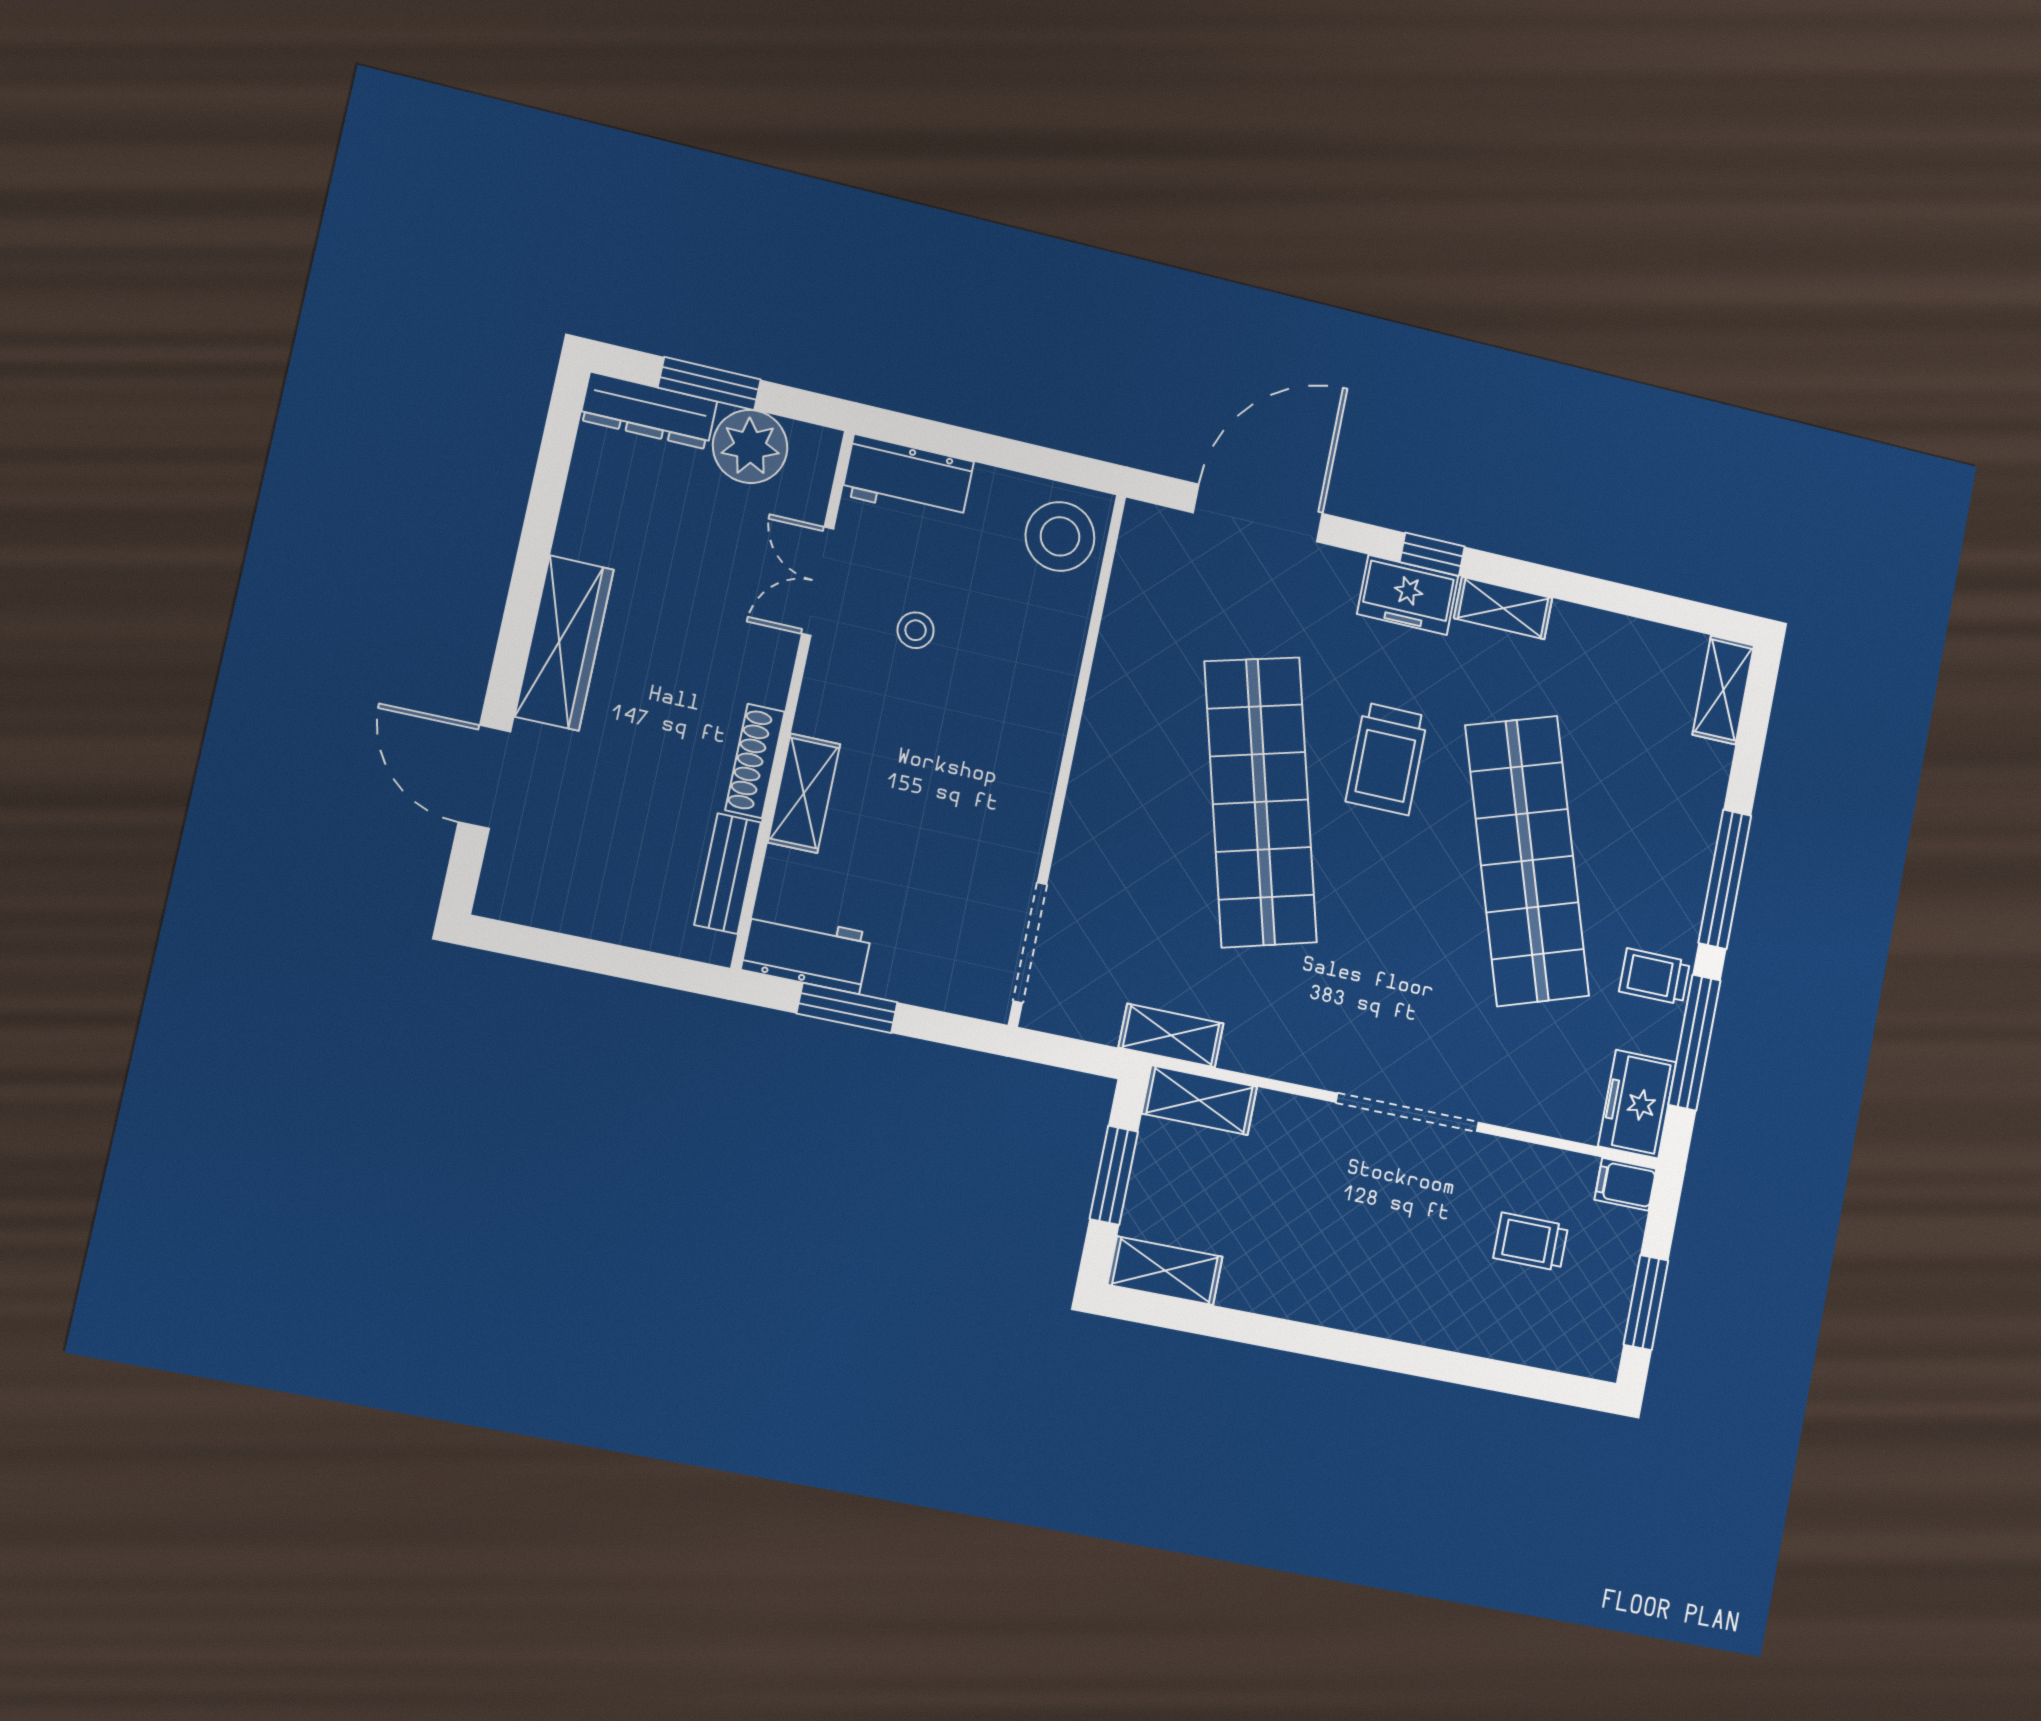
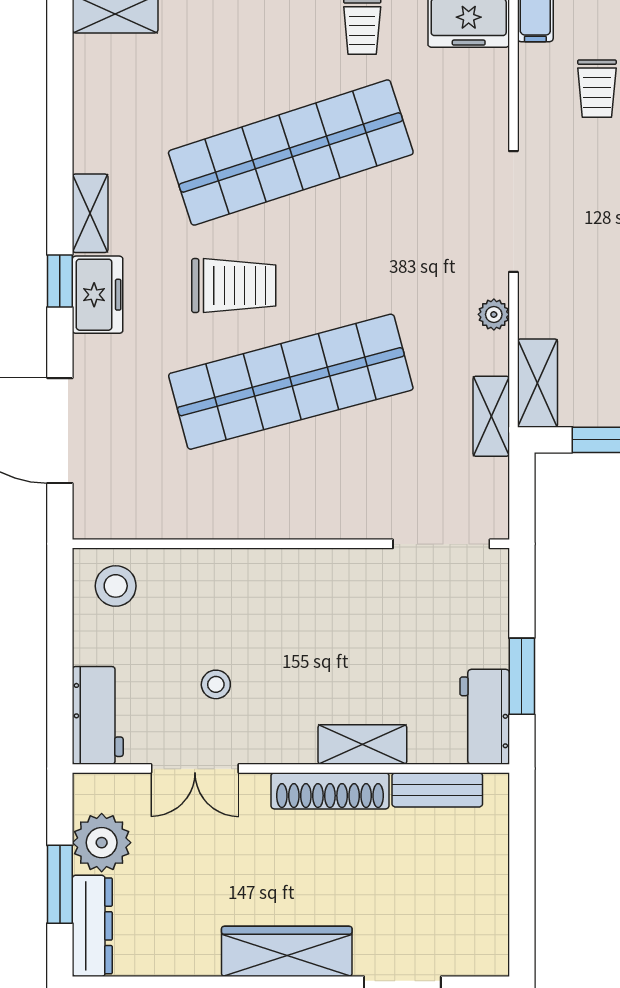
stool: (1060, 536) -> (116, 586), width x0.73, depth x0.73
shoe rack: (755, 761) -> (330, 791), width x1.36, depth x1.24
plant: (1291, 1064) -> (494, 314), added

